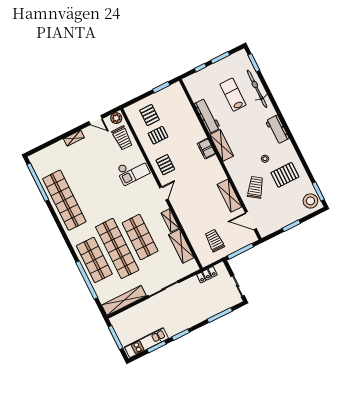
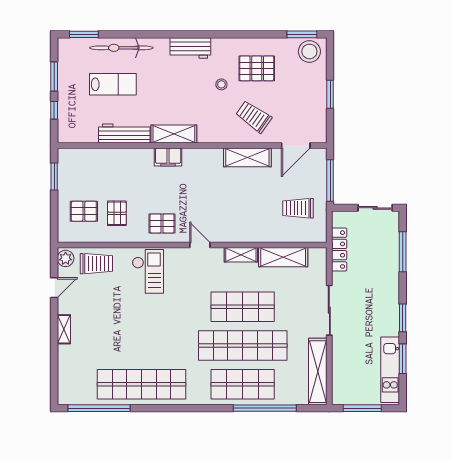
lab bench: (233, 95) -> (113, 84), turned 180
pallet: (285, 175) -> (257, 68), turned 90
locker: (207, 275) -> (339, 250), width x1.53

